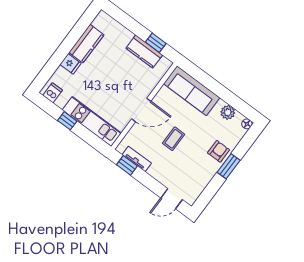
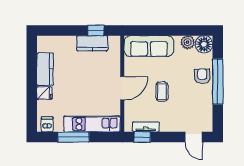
window: (67, 121) -> (73, 137), width x2.17
floor lamp: (247, 124) -> (204, 44), width x1.89, depth x1.89
window: (229, 166) -> (218, 82), width x2.11
door: (172, 199) -> (194, 137), hinge flipped

